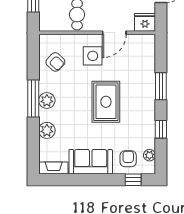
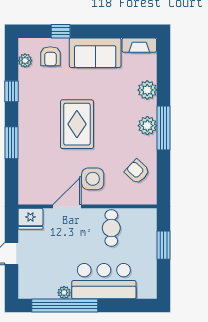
window: (133, 180) -> (61, 31), moved

